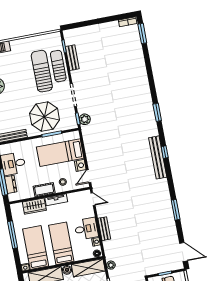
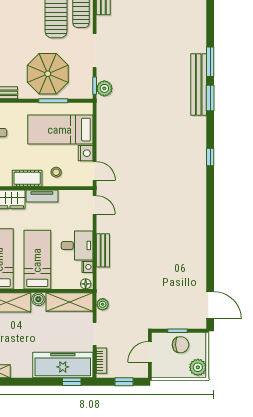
bench: (158, 157) -> (199, 84), moved
door: (89, 176) -> (95, 171), swing flipped
window: (176, 210) -> (210, 62), moved

